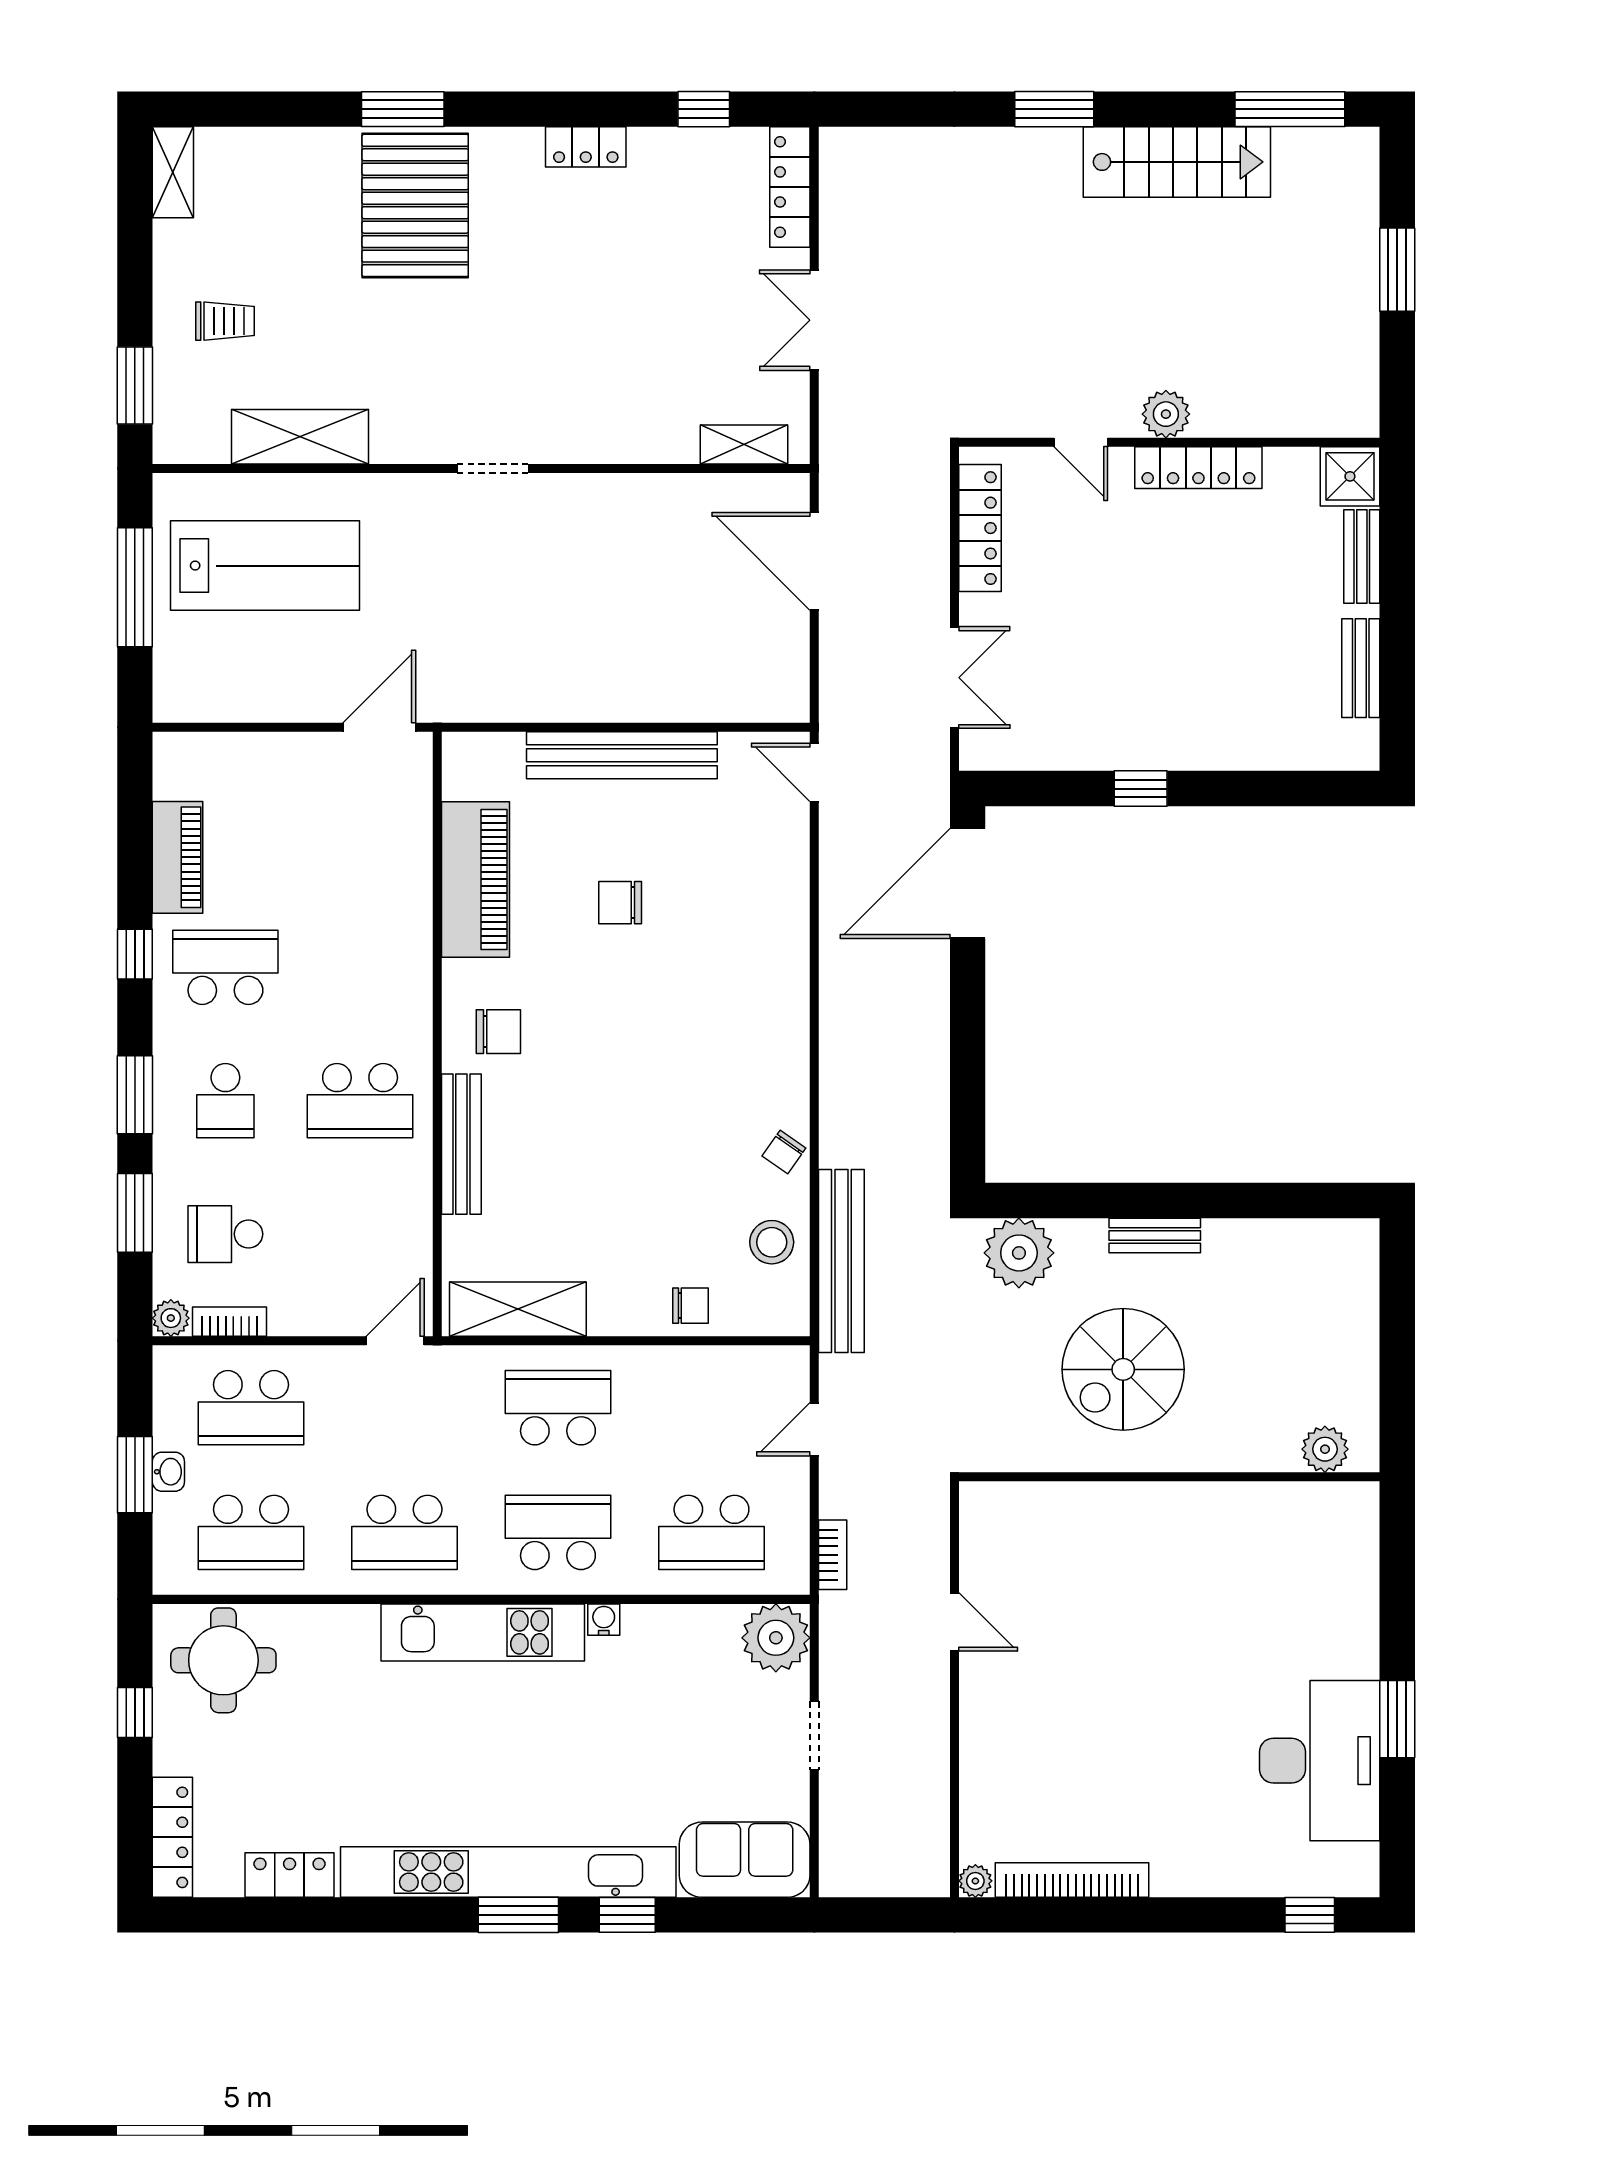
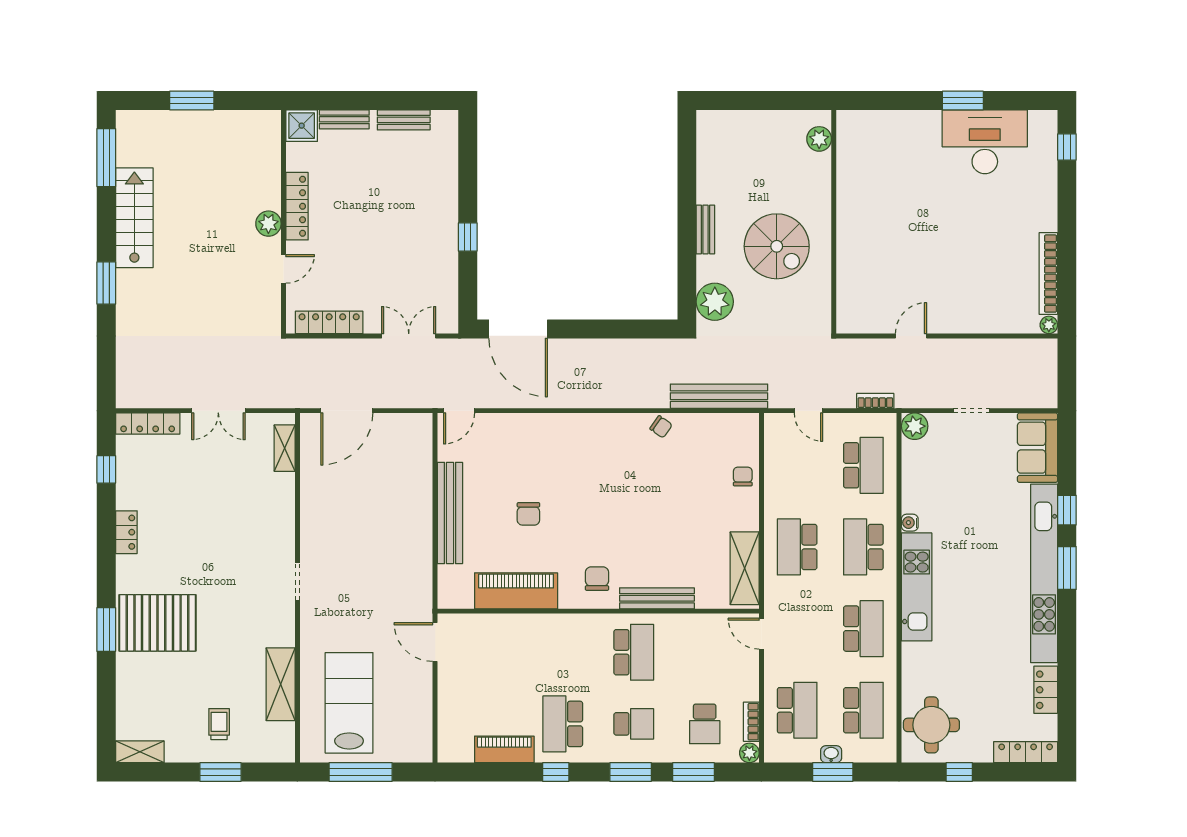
window: (135, 385) -> (221, 772), moved
stool: (772, 1242) -> (709, 433), removed
plant: (776, 1638) -> (915, 426), width x0.73, depth x0.73

